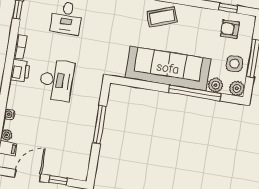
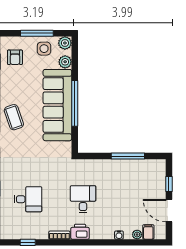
desk: (57, 80) -> (83, 199), width x0.73
window: (195, 93) -> (75, 103), moved
window: (100, 125) -> (128, 156), moved

